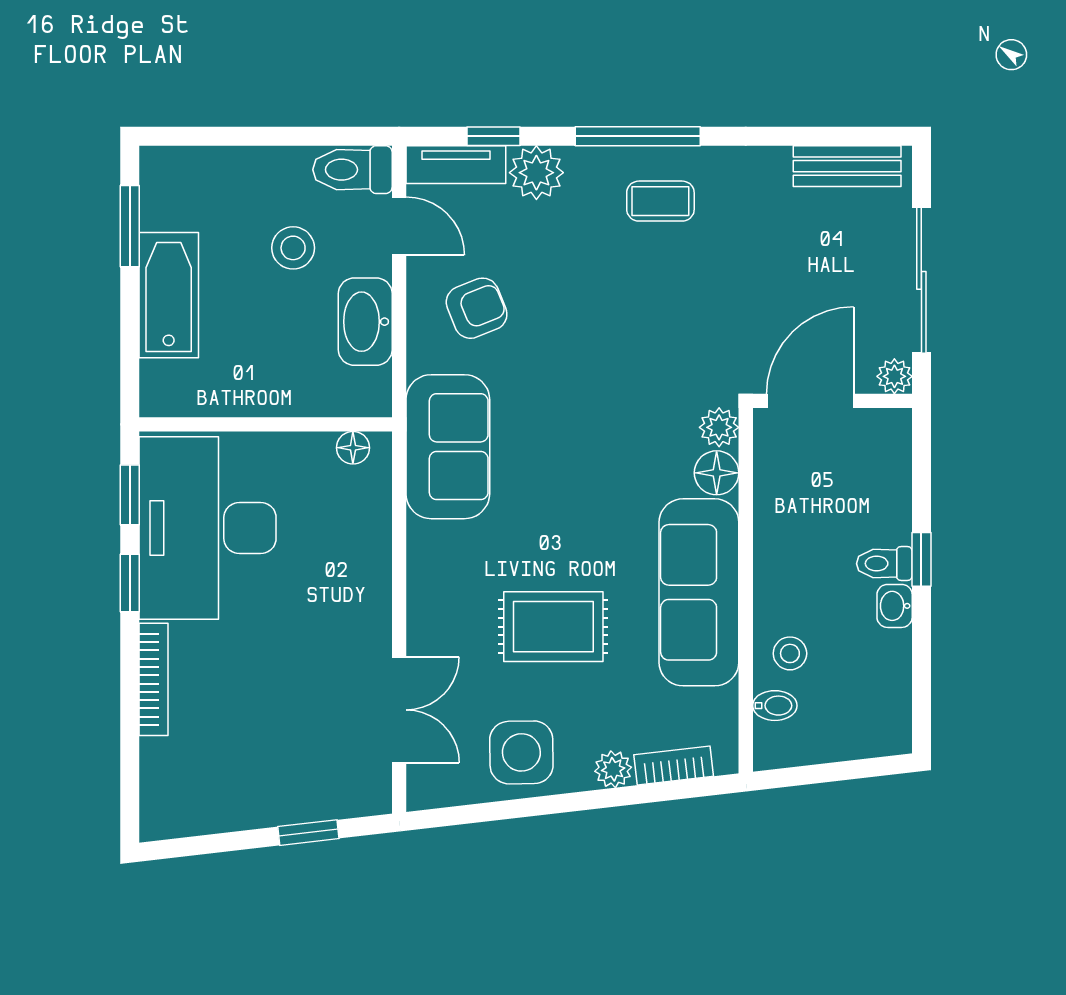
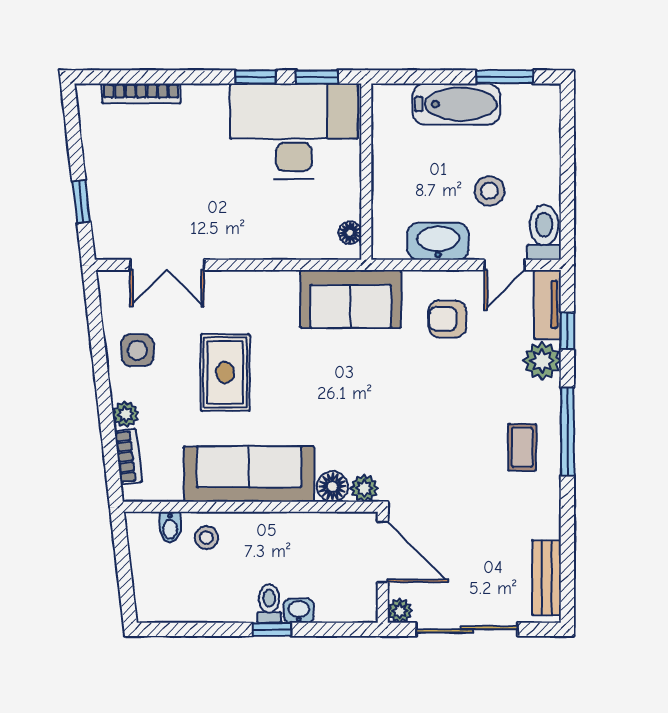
armchair: (477, 308) -> (447, 319), turned 112
washbasin: (895, 606) -> (299, 611), moved
bookcase: (153, 679) -> (141, 93), moved
side table: (521, 752) -> (137, 350), width x0.73, depth x0.73

